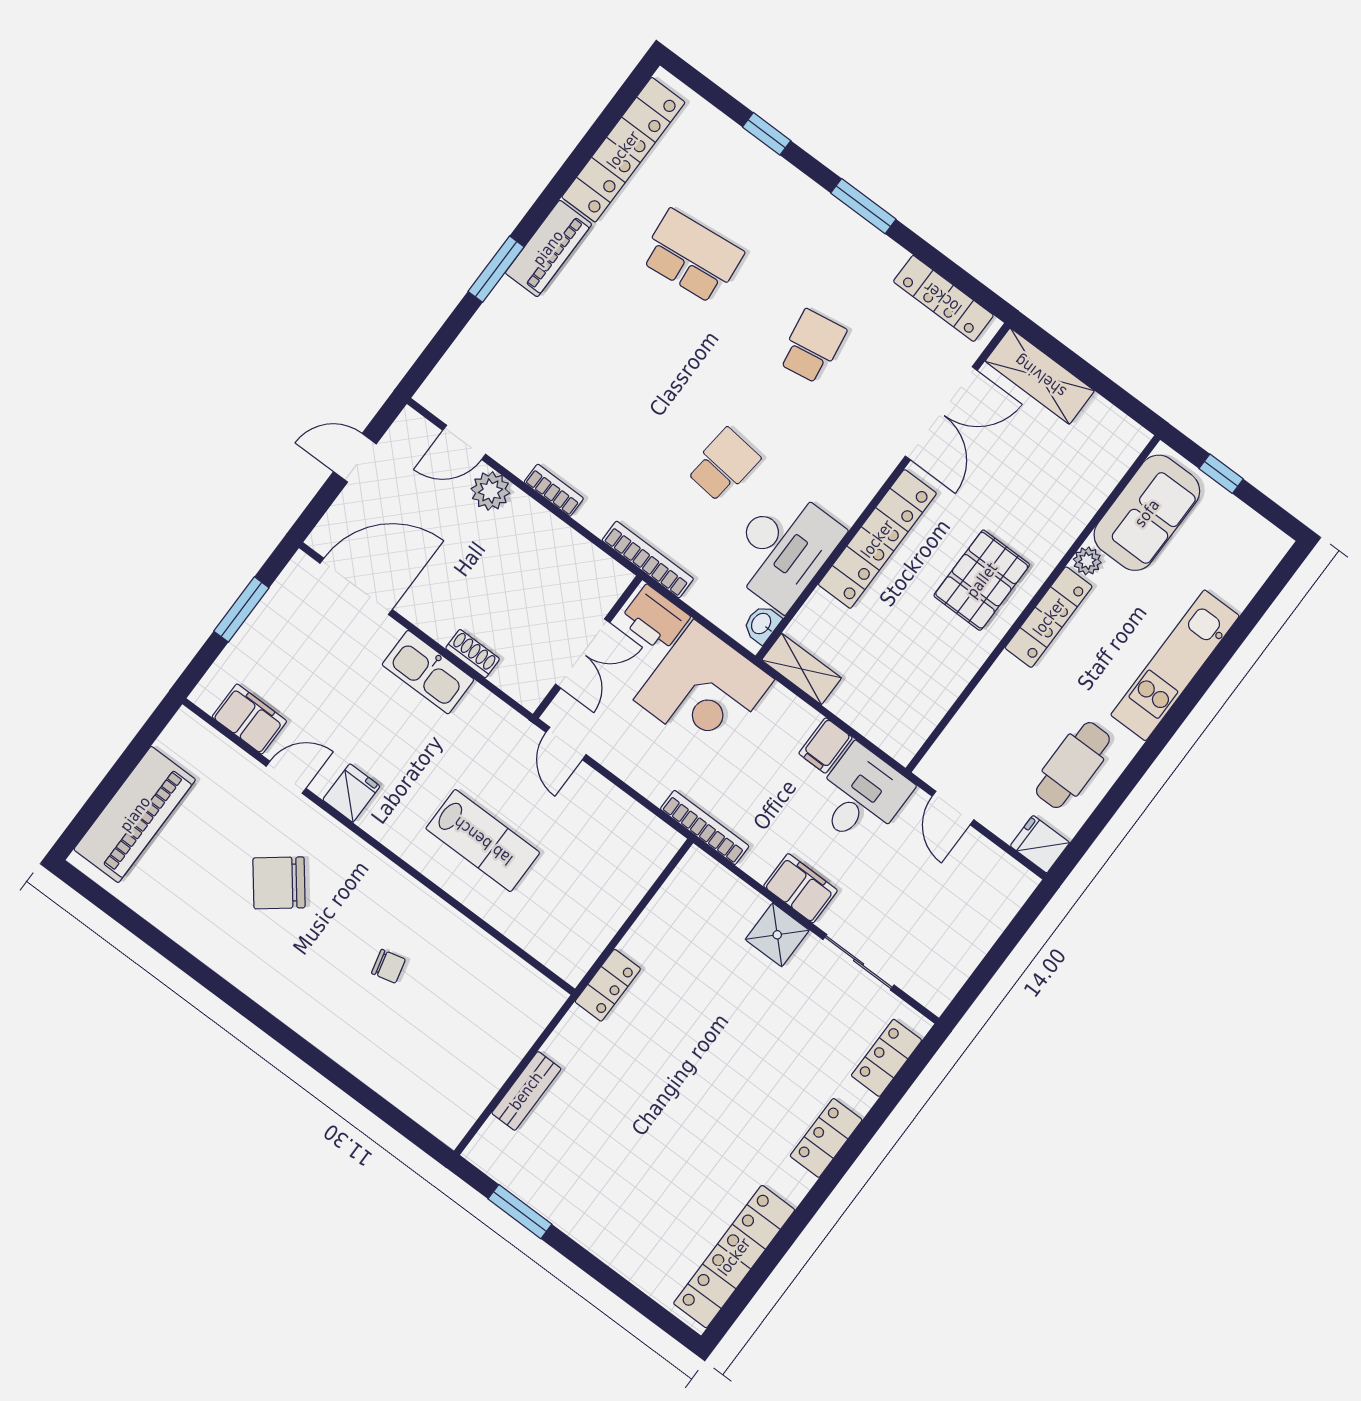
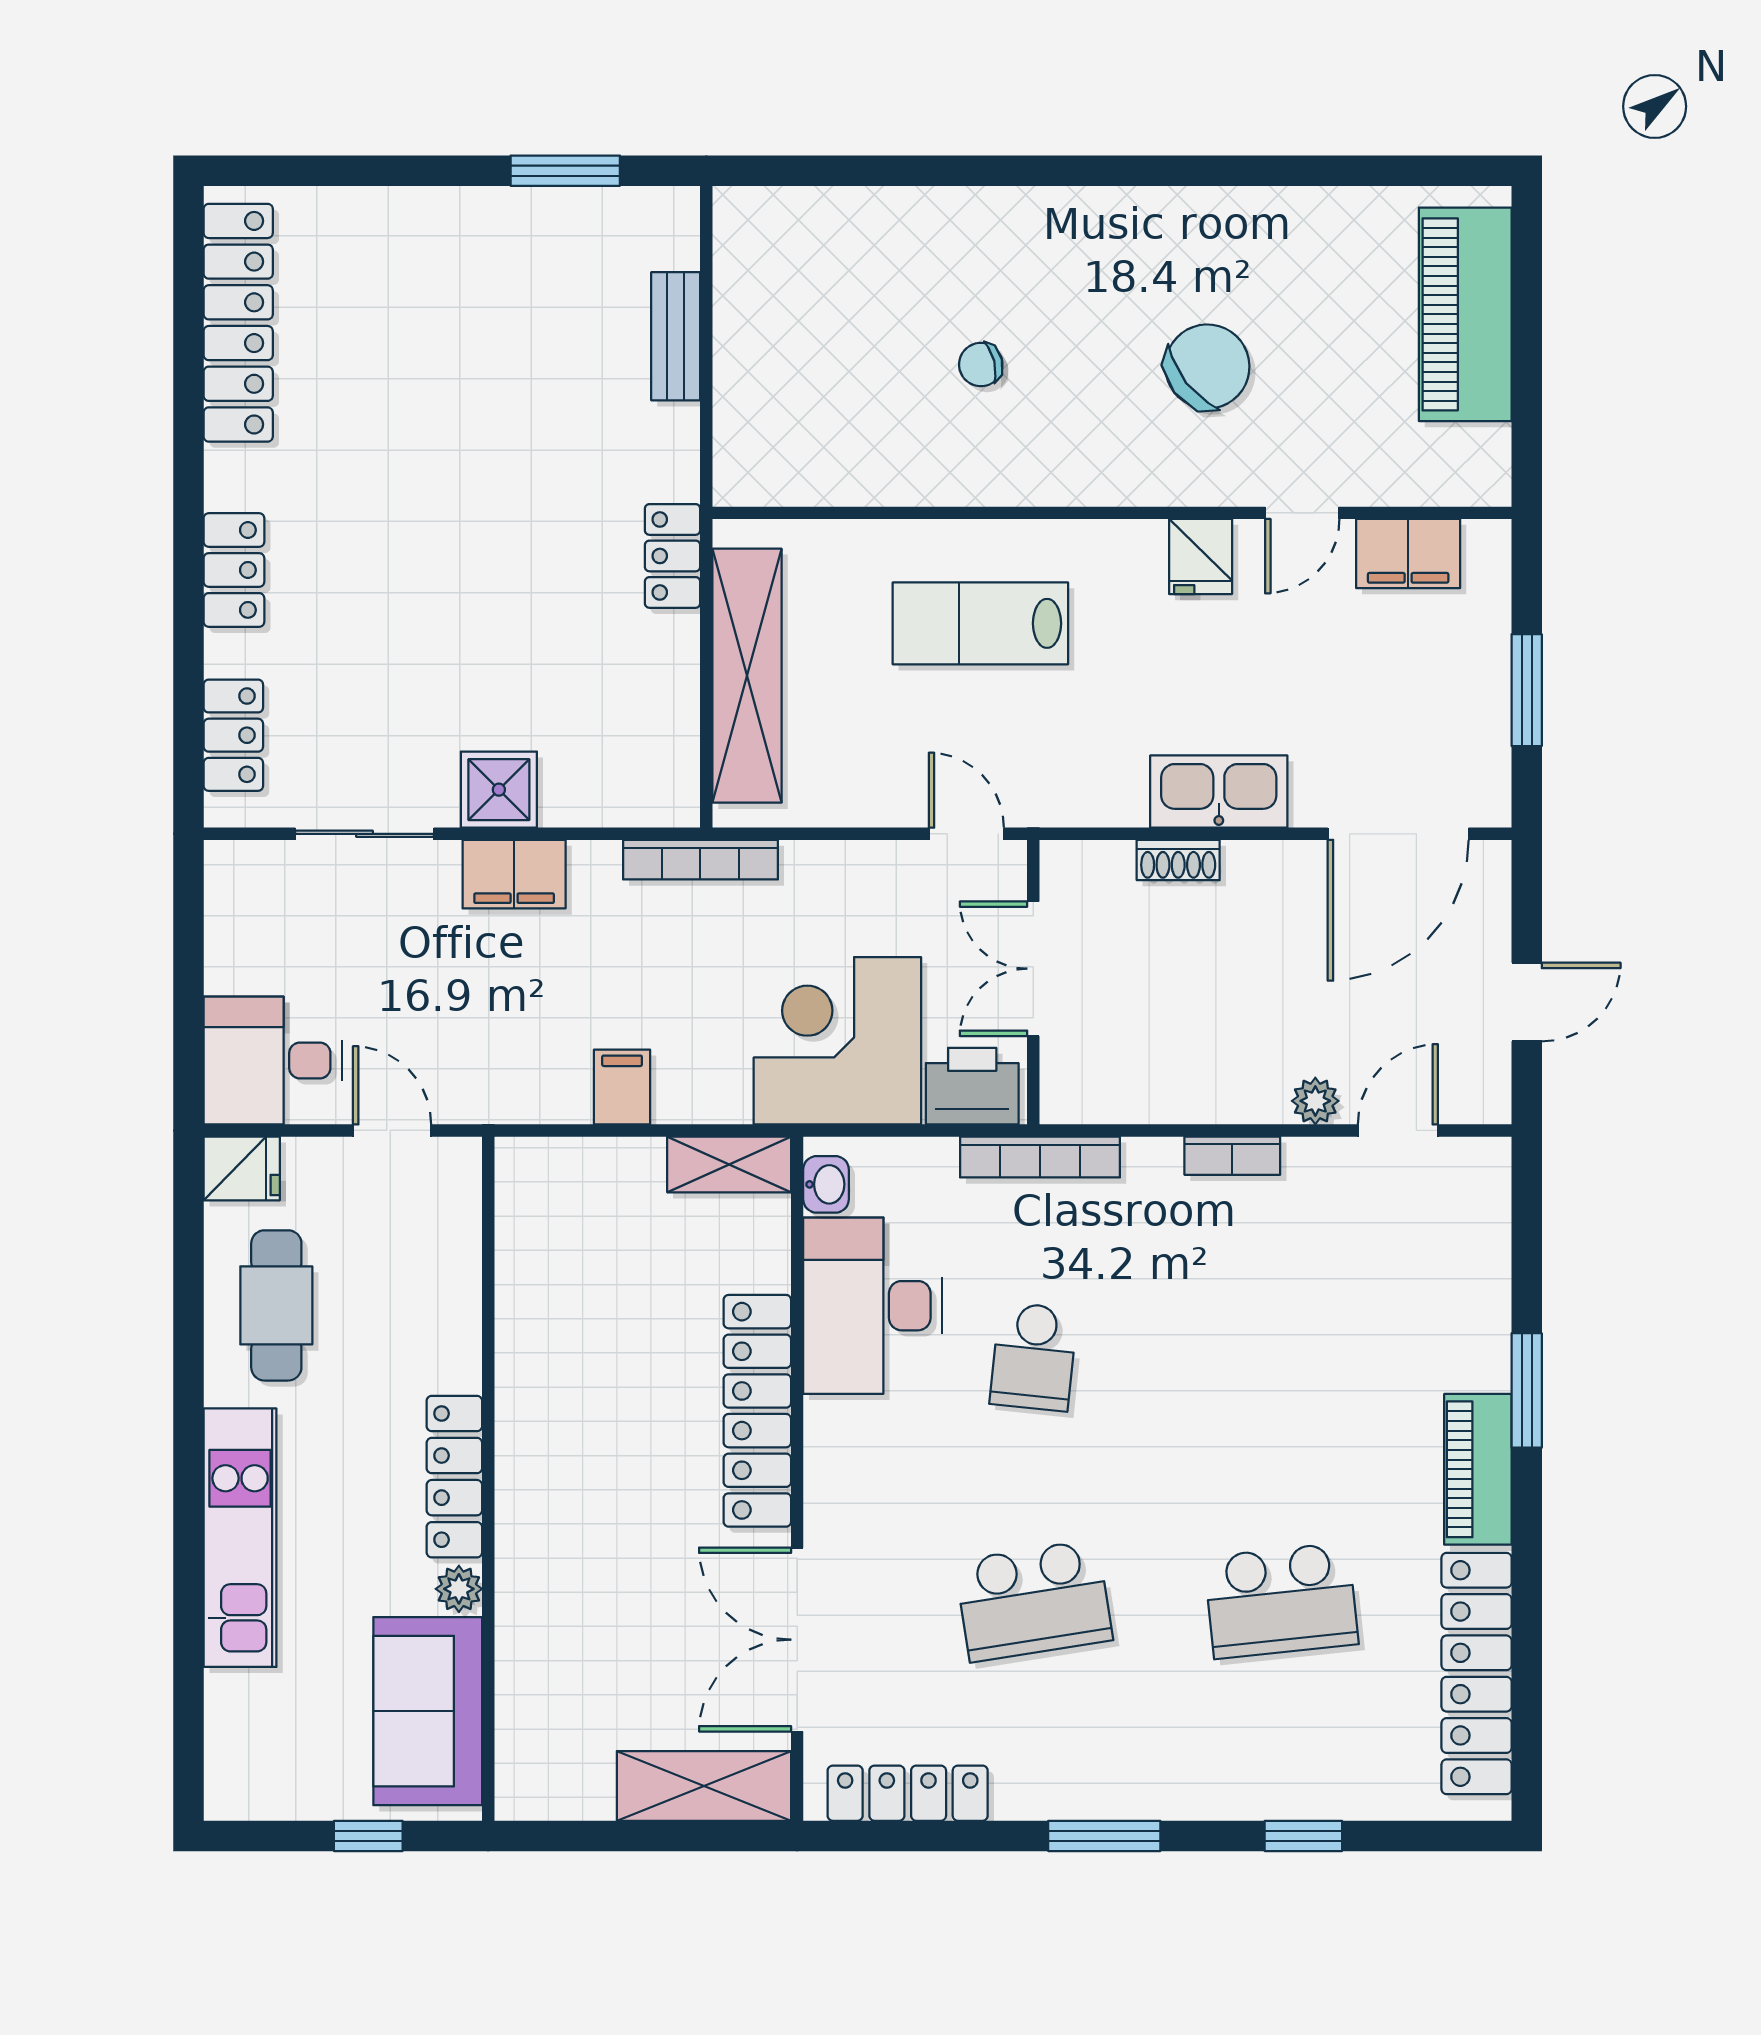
school desk: (812, 346) -> (1034, 1601), width x1.85
plant: (490, 491) -> (1315, 1101), width x0.73, depth x0.73
pallet: (982, 580) -> (579, 1459), removed
desk: (861, 796) -> (273, 1060), moved, turned 90
shelving: (615, 900) -> (747, 676), added

